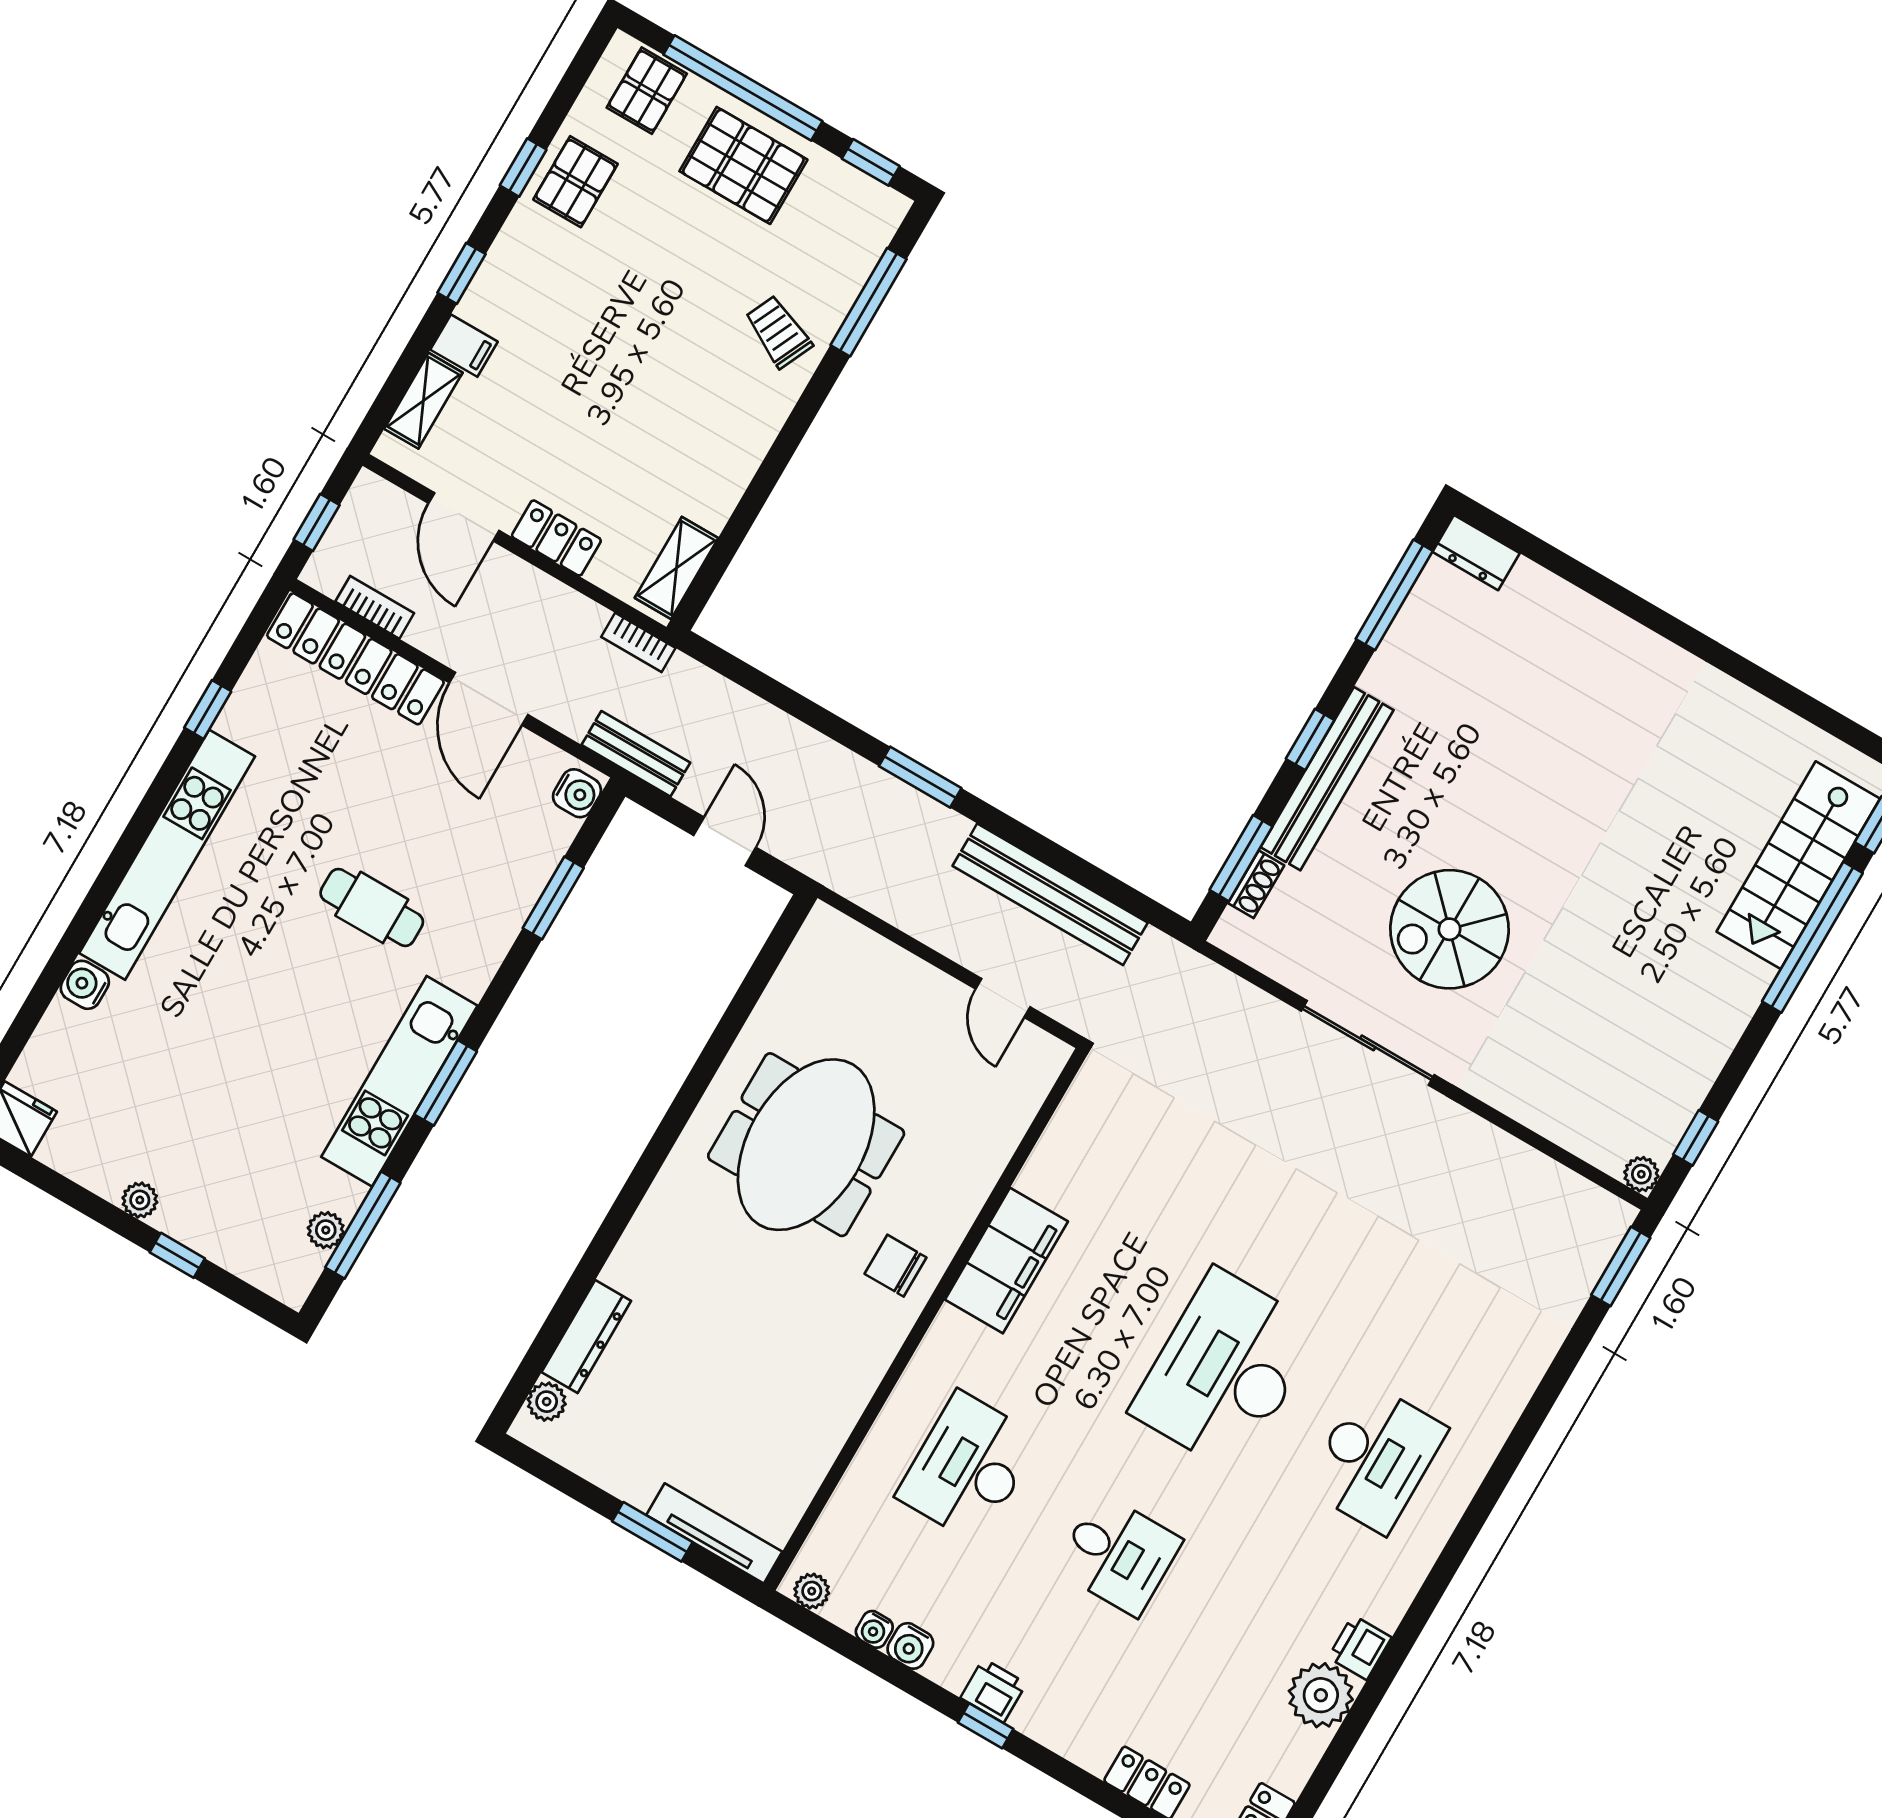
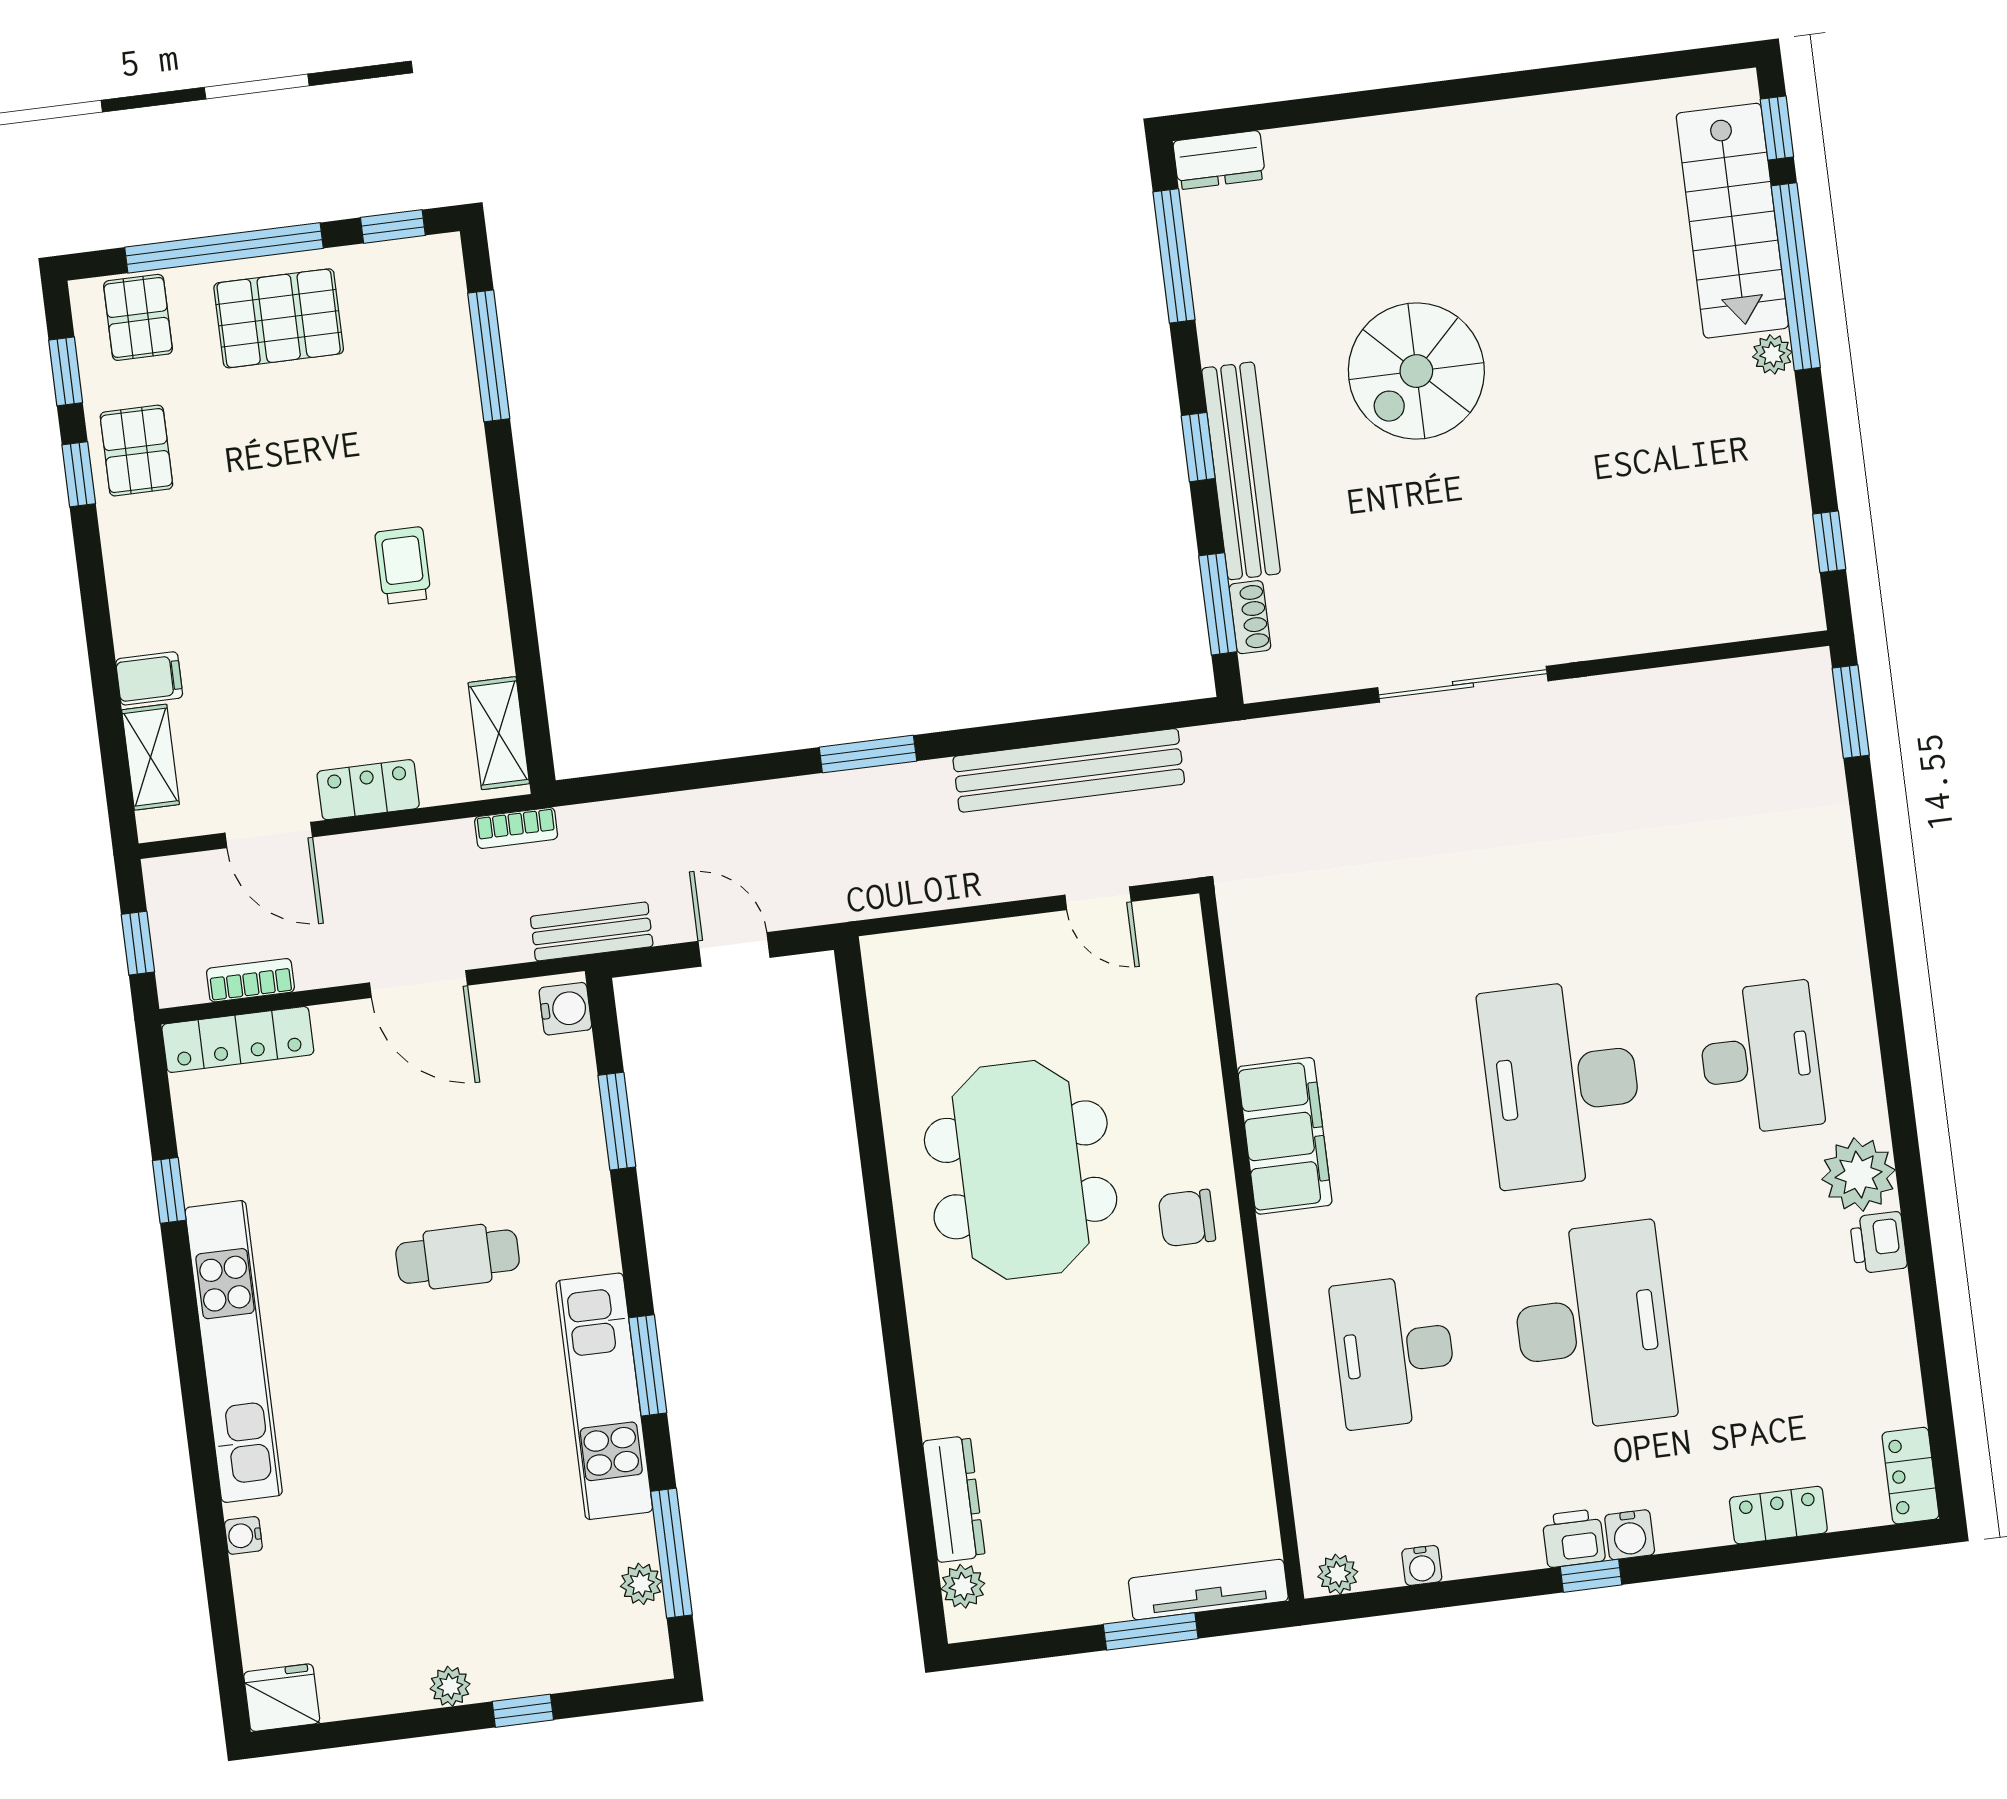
window: (461, 273) -> (66, 371), moved
trolley: (778, 332) -> (403, 565), moved, turned 65
locker: (355, 659) -> (238, 1039), width x0.71, depth x0.83
spiral stairs: (1449, 929) -> (1416, 371), moved
water cooler: (85, 985) -> (243, 1535), width x0.72, depth x0.72
plant: (1641, 1174) -> (1772, 354), moved
desk: (1118, 1555) -> (1593, 1327), width x1.87, depth x1.30
water cooler: (910, 1646) -> (1630, 1535), moved
plant: (1321, 1695) -> (1859, 1175), moved

